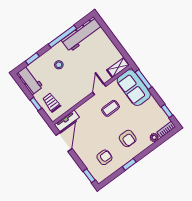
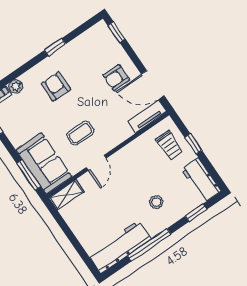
door: (64, 142) -> (153, 85), hinge flipped
armchair: (104, 157) -> (116, 78), moved

